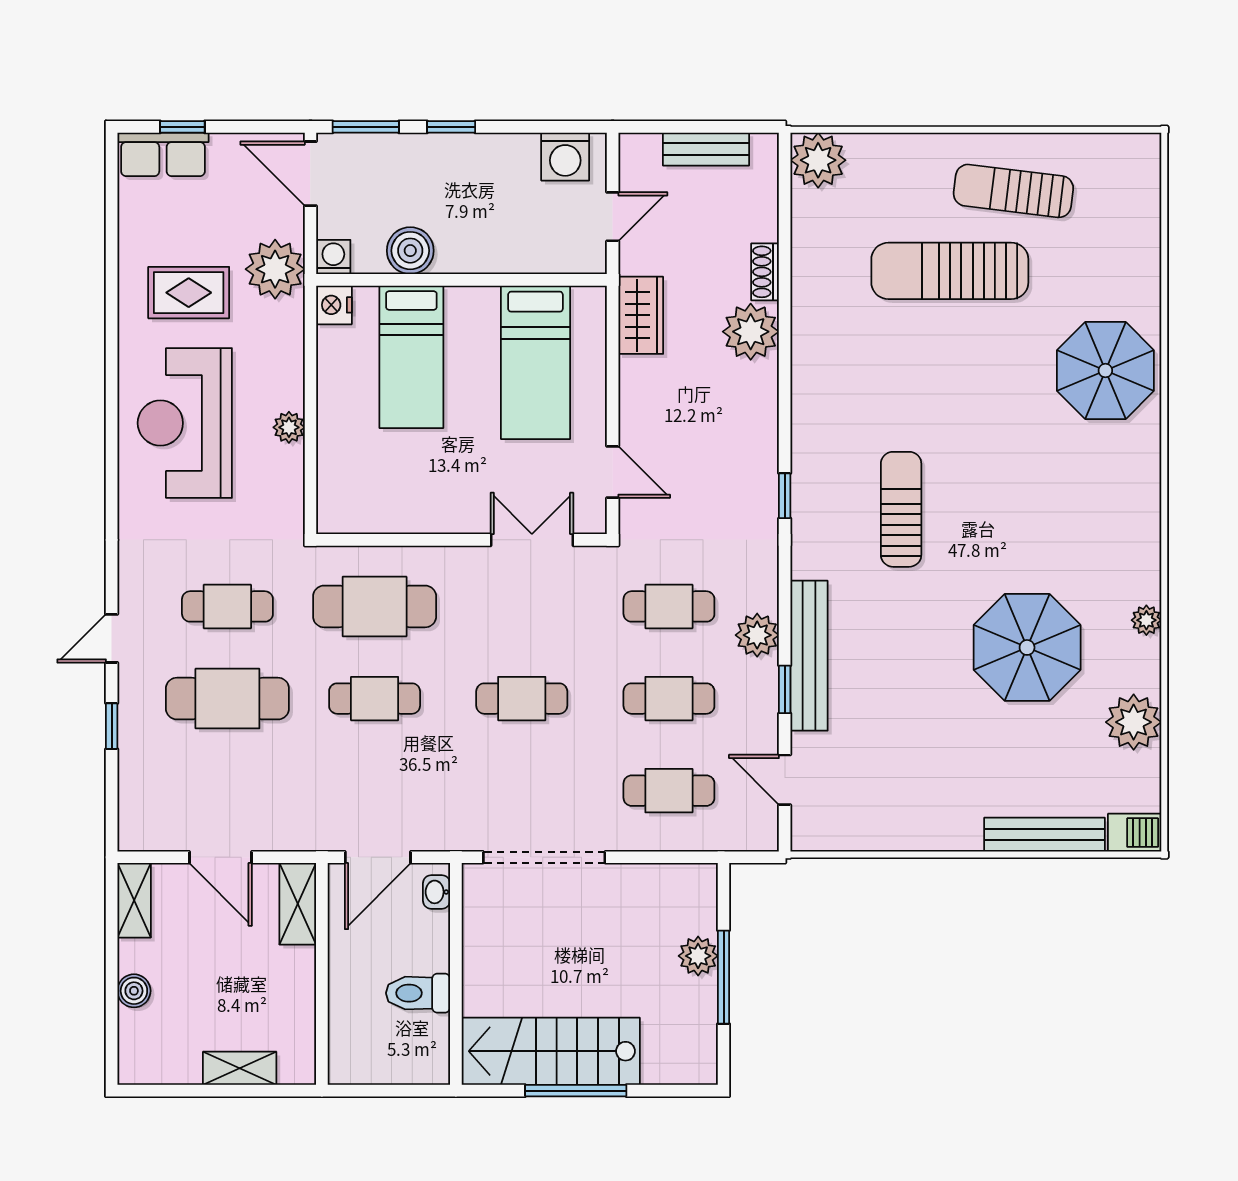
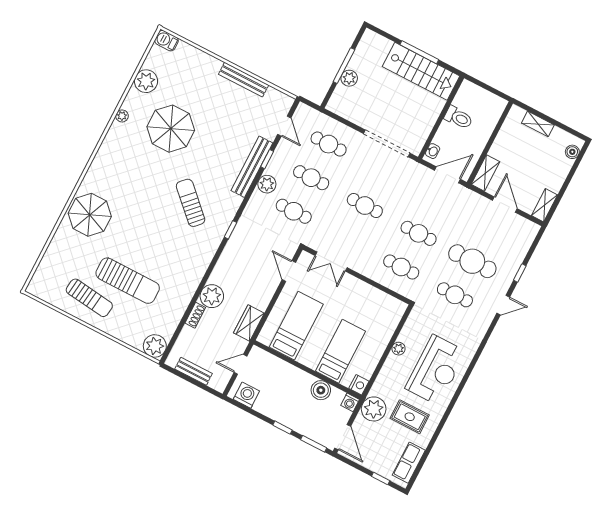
row of seats: (163, 154) -> (409, 463), moved, turned -90
sun lounger: (901, 509) -> (191, 203), turned 134
cafe table: (375, 606) -> (401, 267), width x0.73, depth x0.74
bench: (1045, 835) -> (244, 80), moved
boiler: (134, 991) -> (572, 152), moved

